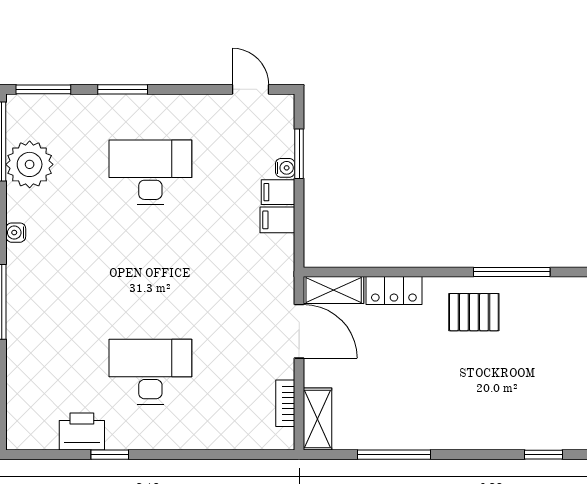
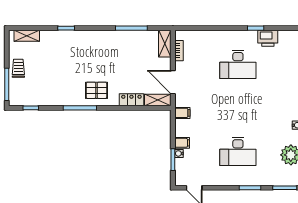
filing cabinet: (277, 220) -> (182, 113), moved

